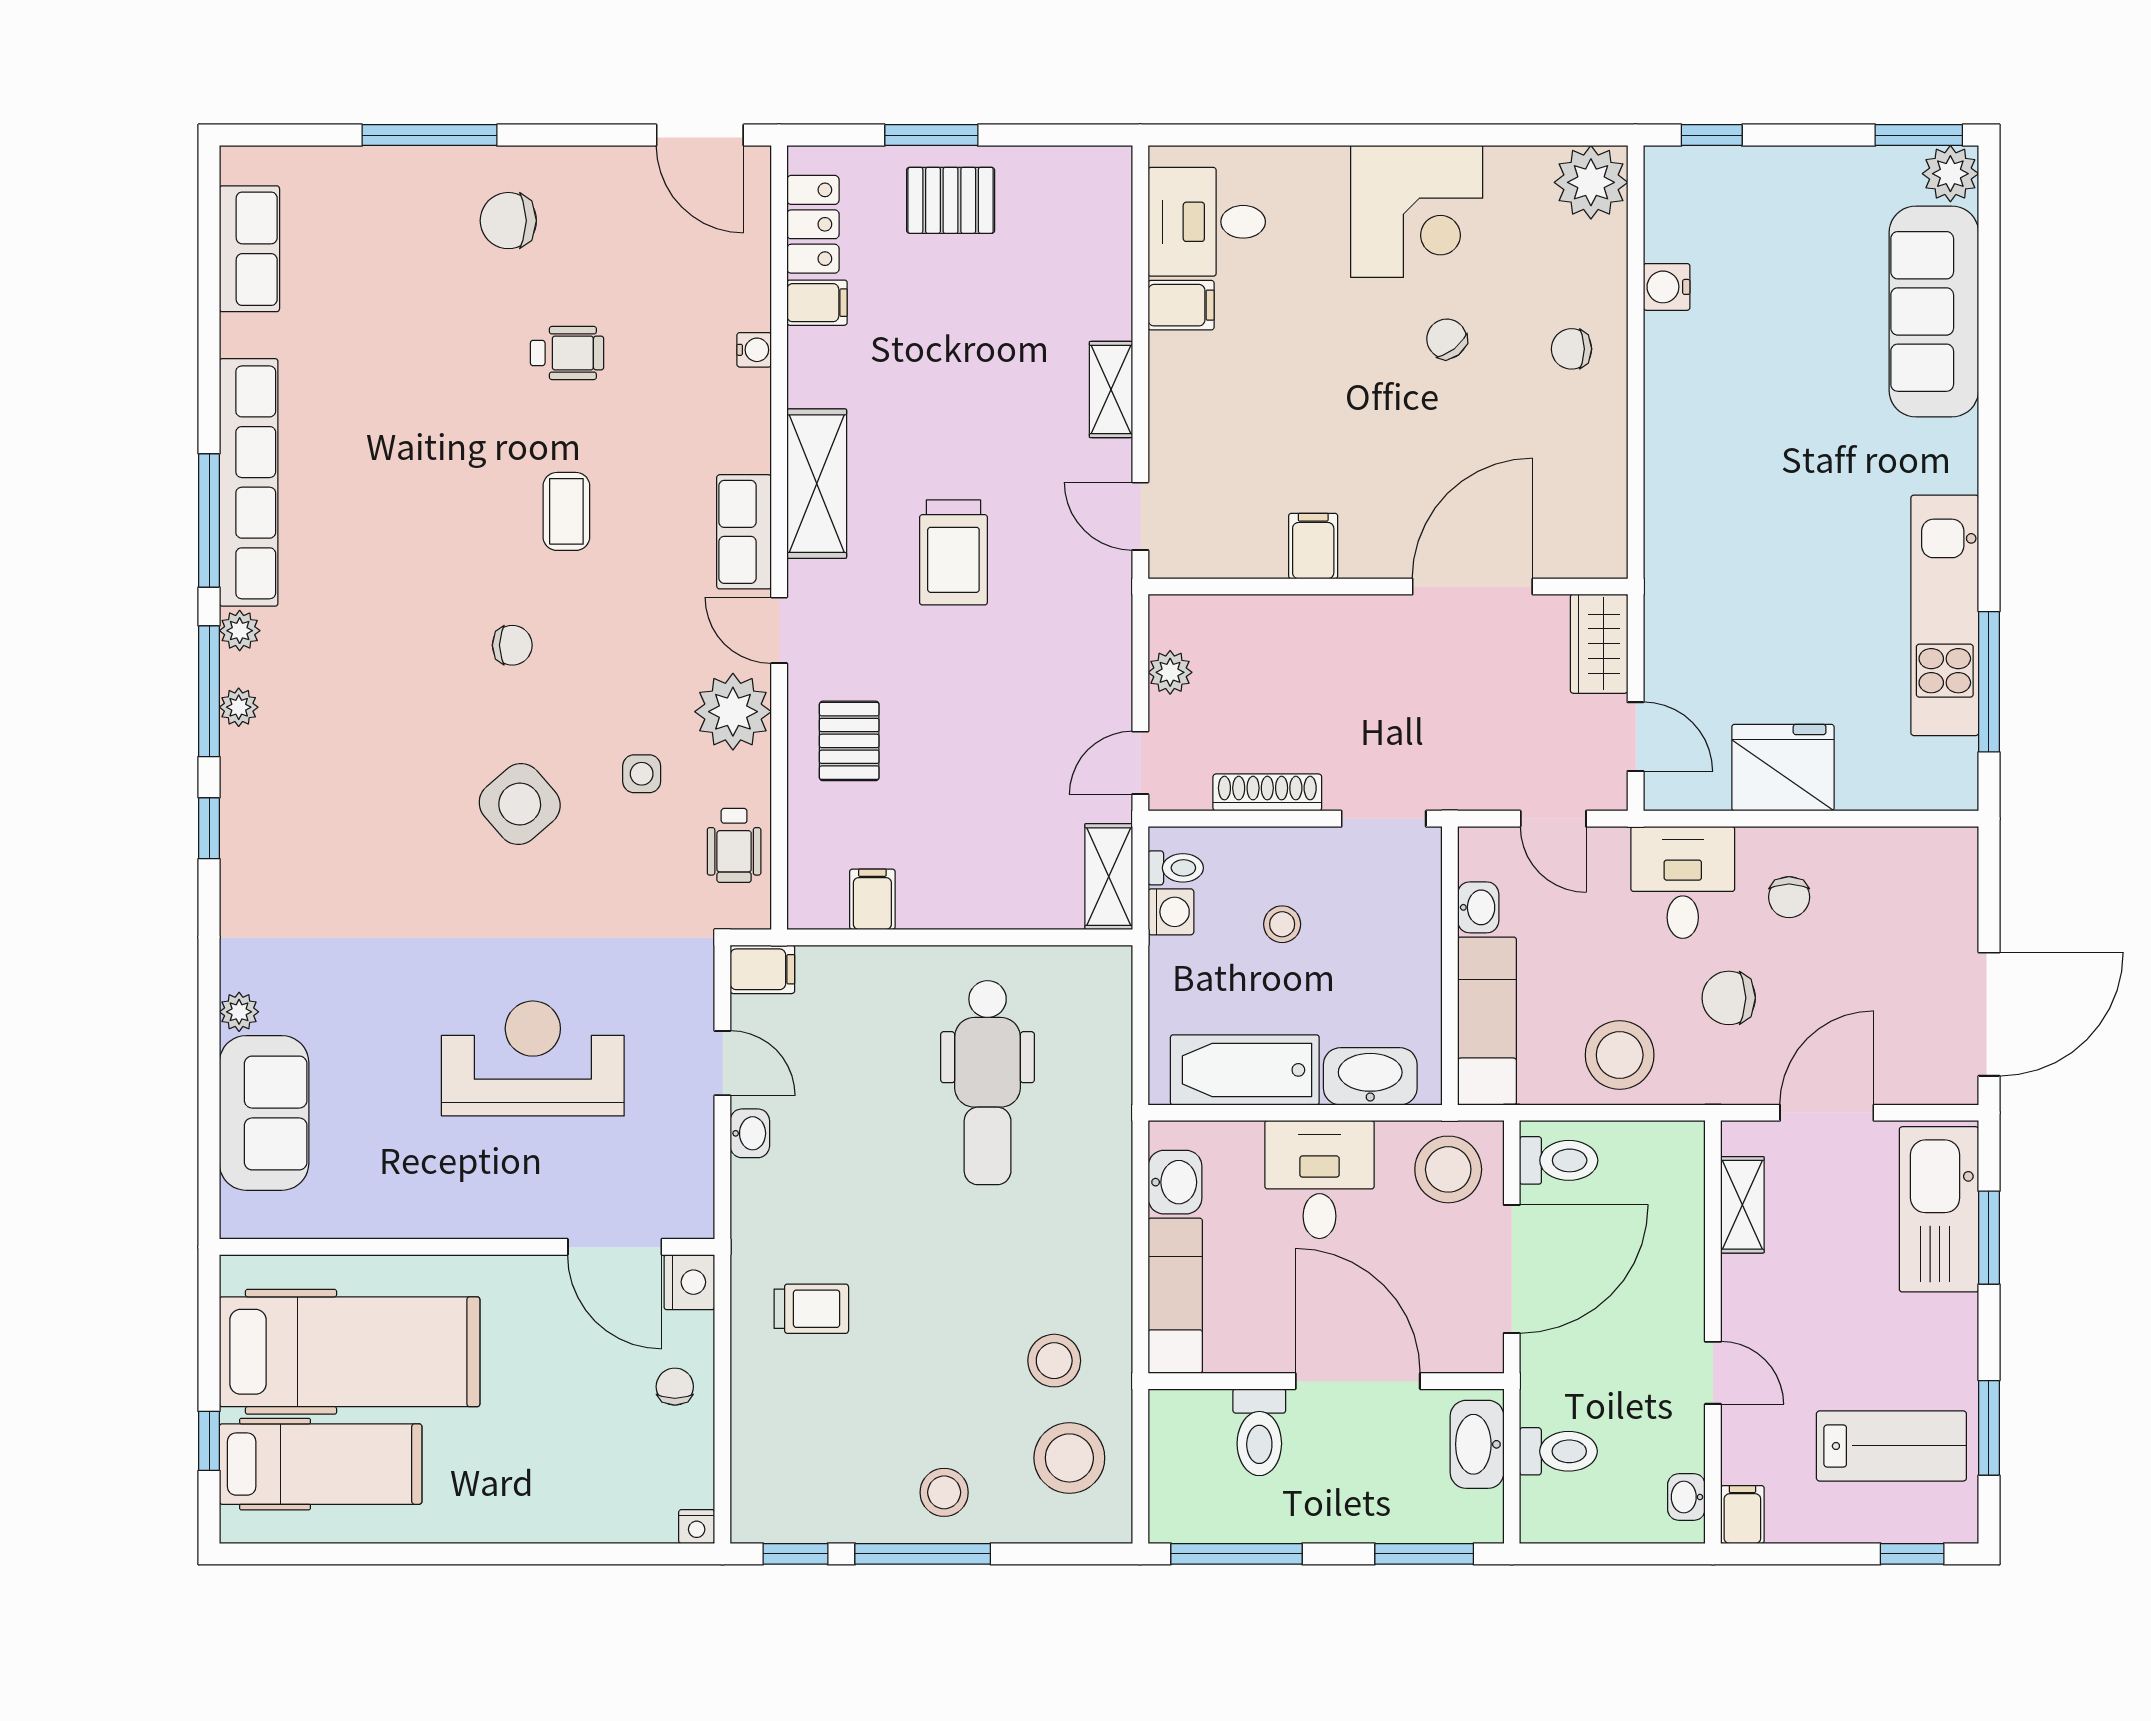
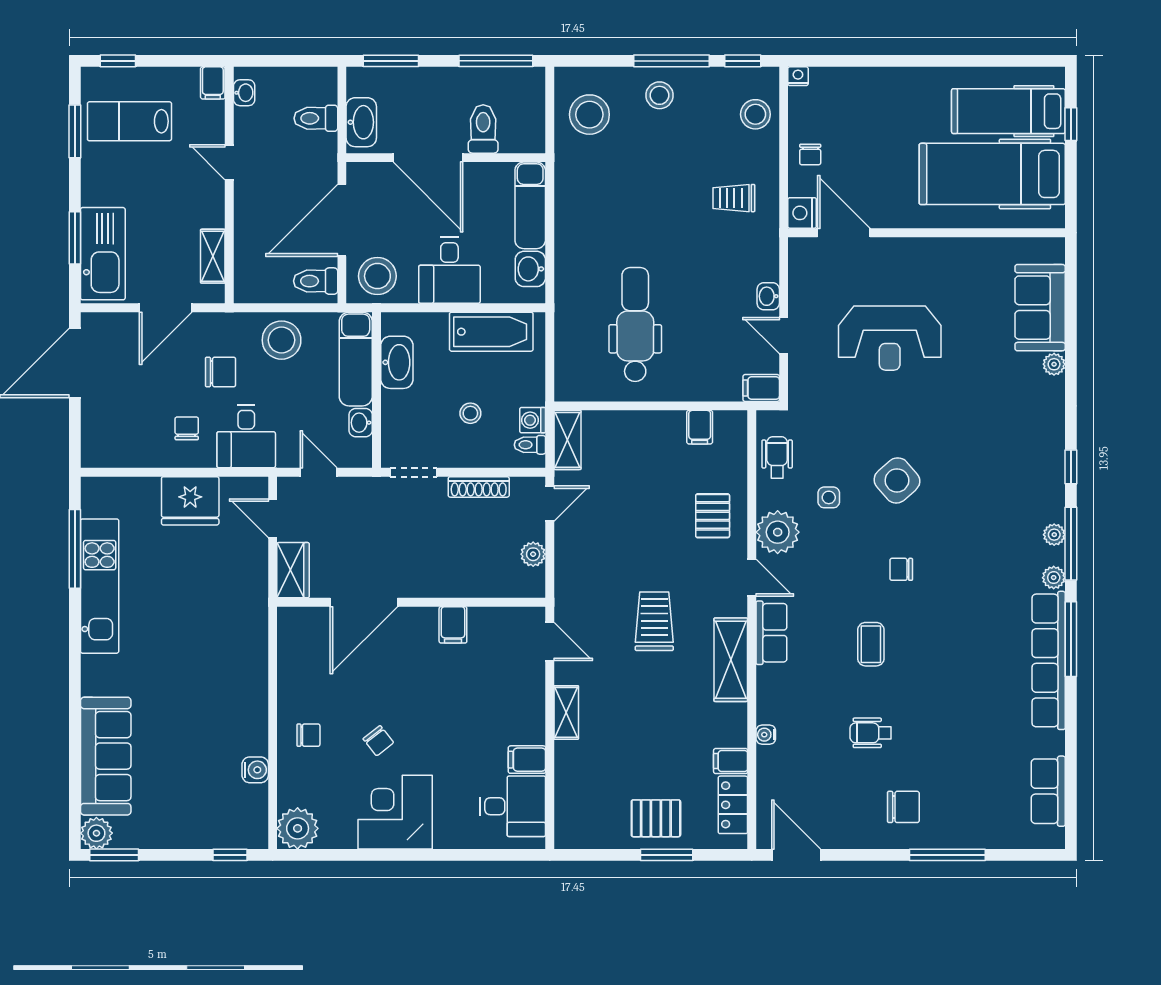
washbasin: (1370, 1076) -> (397, 362), moved, turned -90
stool: (1054, 1361) -> (755, 114), moved

